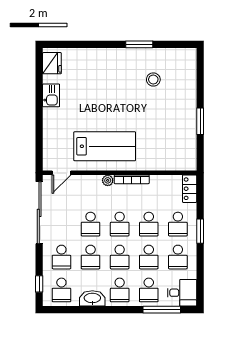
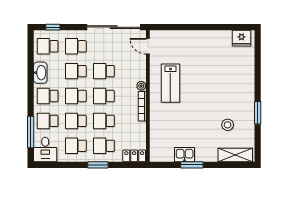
shelving: (189, 70) -> (235, 155), added
kitchen sink: (51, 95) -> (185, 155), moved, turned 180
lab bench: (105, 146) -> (170, 83), width x0.73, depth x0.72

